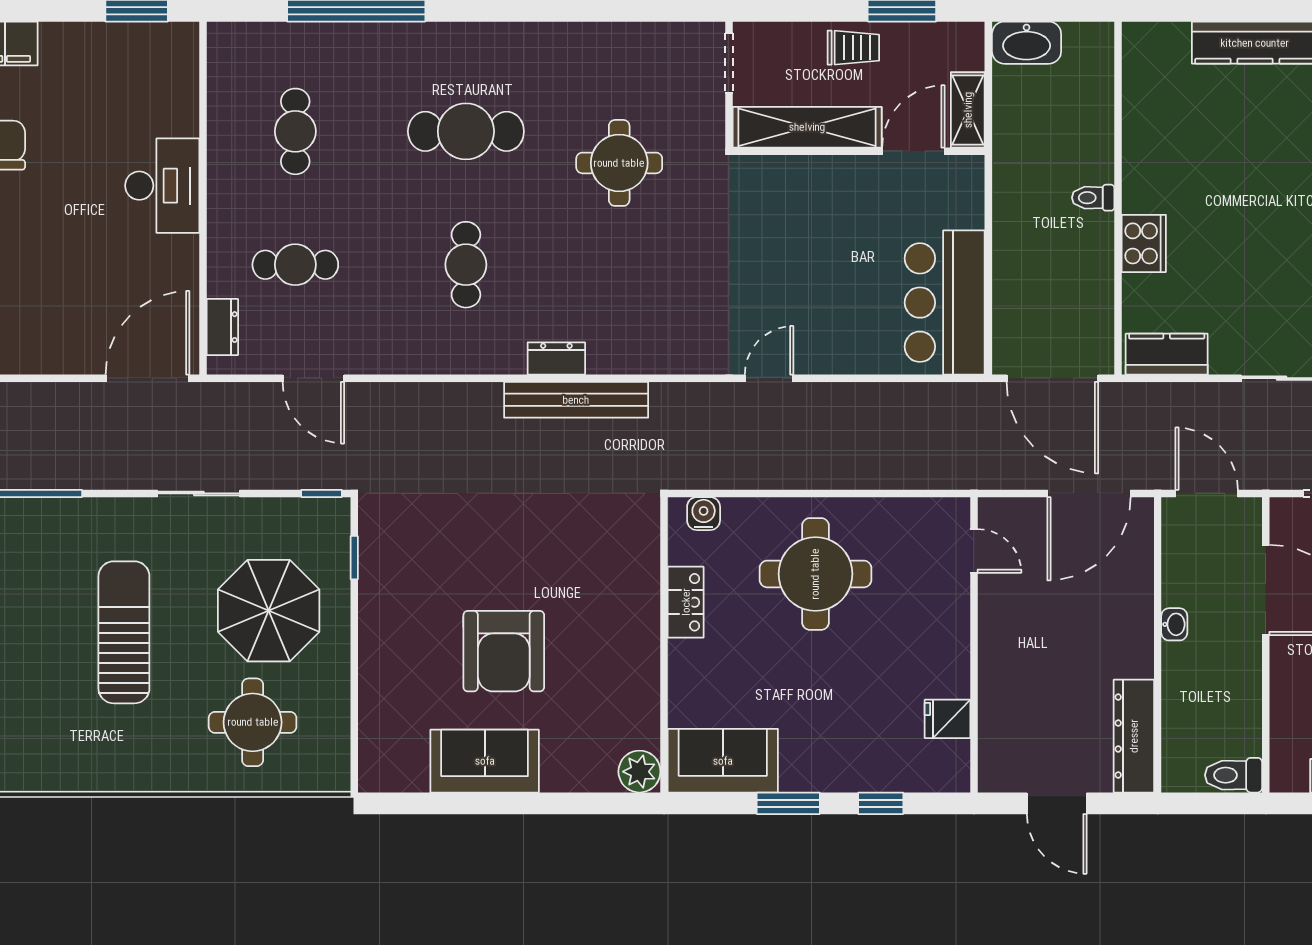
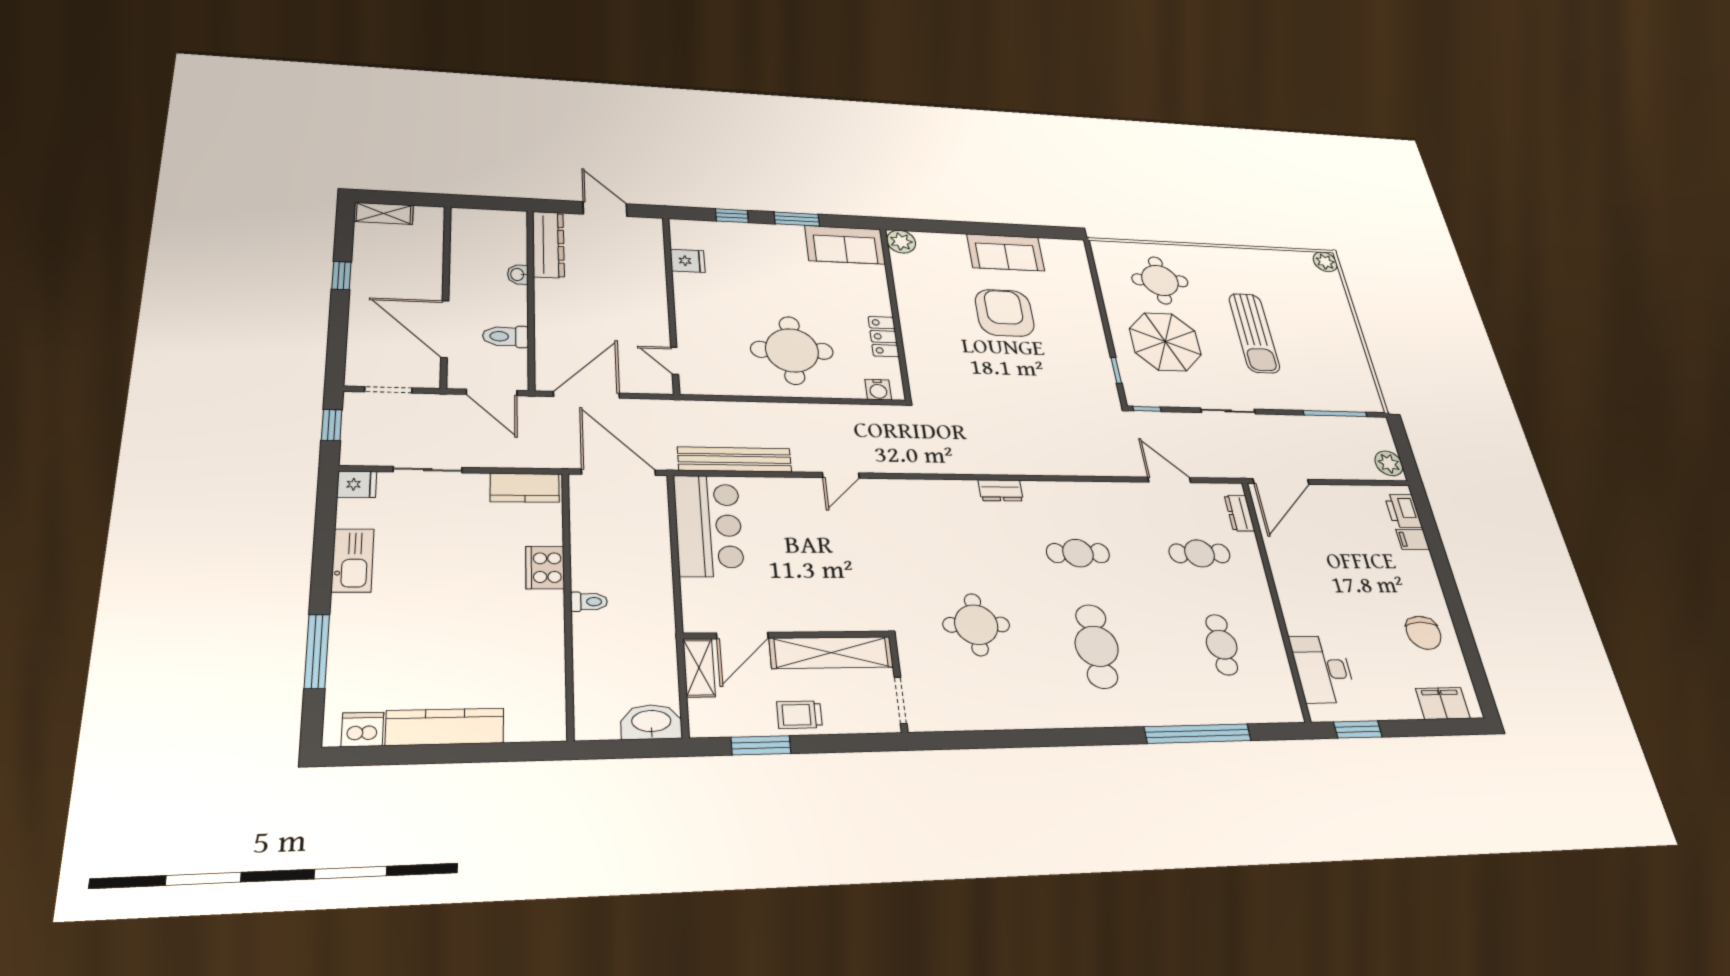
cafe table: (466, 131) -> (1097, 646), turned 90
desk: (162, 186) -> (1323, 669), moved
cafe table: (466, 265) -> (1078, 553), turned 90
bench: (576, 400) -> (735, 459), moved
washbasin: (1174, 624) -> (518, 275), moved
toilet: (1234, 775) -> (506, 336), moved, turned 180

